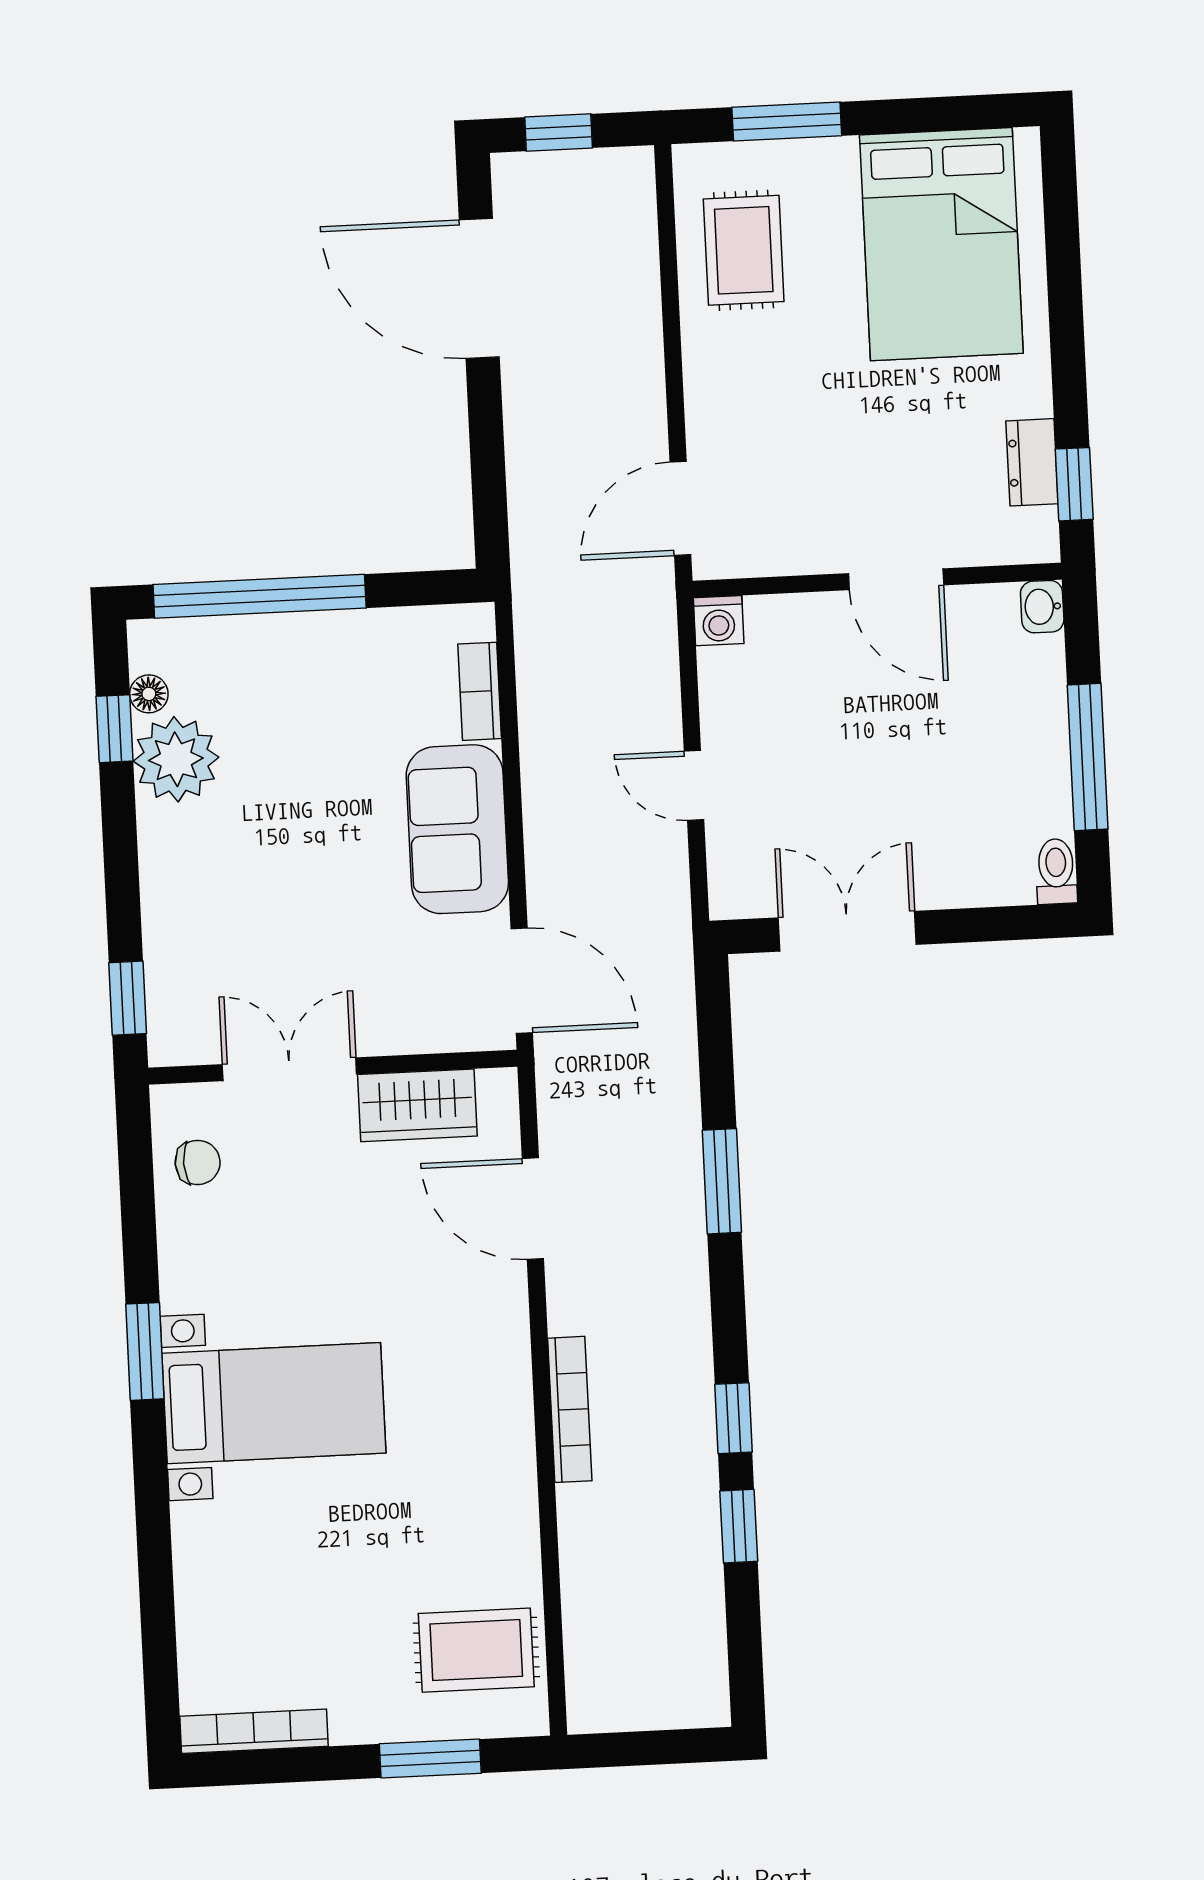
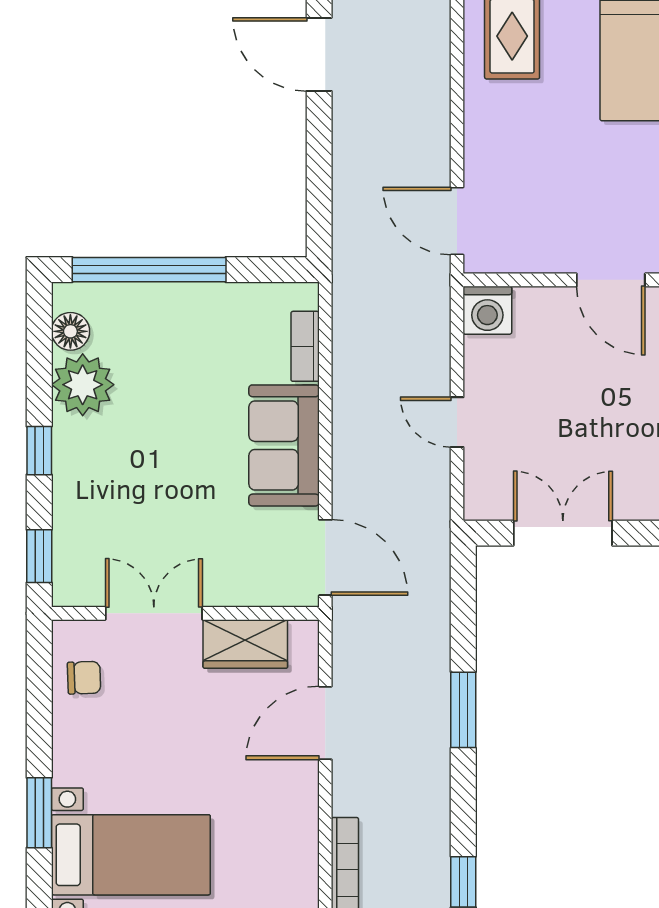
door: (479, 288) -> (319, 54), width x0.73
door: (680, 508) -> (457, 221), hinge flipped
washing machine: (719, 621) -> (487, 310), width x1.38, depth x1.38
floor lamp: (149, 694) -> (70, 331), width x1.37, depth x1.37
window: (114, 729) -> (39, 451), moved
door: (533, 1209) -> (325, 723), hinge flipped

